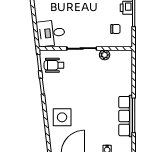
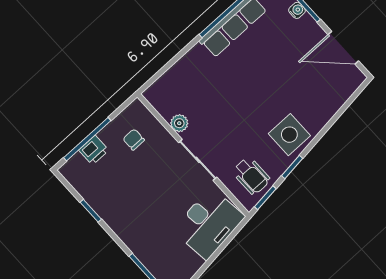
desk: (51, 33) -> (209, 223), width x1.37
side table: (62, 117) -> (289, 135), moved

